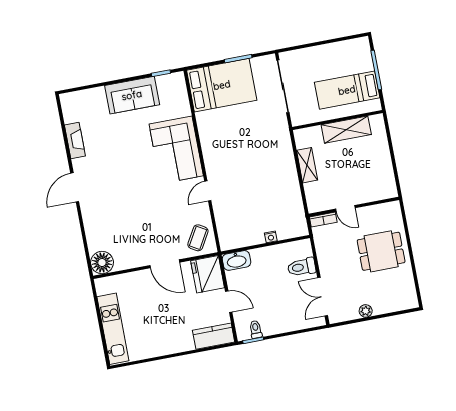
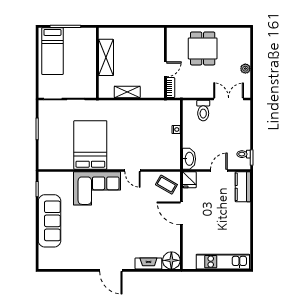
bed: (222, 85) -> (90, 145), moved
bed: (347, 90) -> (52, 51), moved
sofa: (132, 95) -> (49, 221), width x1.36
fireplace: (75, 141) -> (148, 263), moved
door: (165, 264) -> (181, 213), swing flipped
fridge: (208, 274) -> (189, 180), width x0.53, depth x0.75
double door: (323, 297) -> (229, 99), swing flipped

